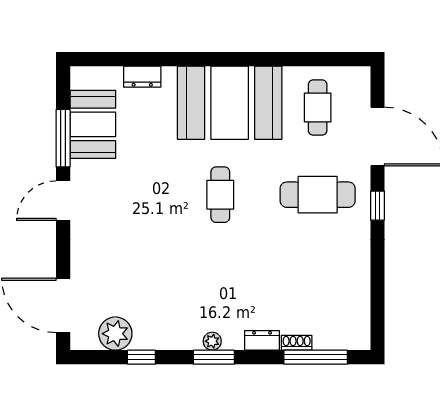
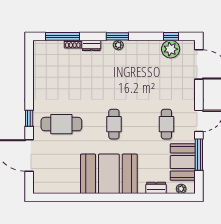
plant: (96, 75) -> (181, 189), added
cafe table: (318, 107) -> (166, 124), moved
window: (141, 357) -> (171, 36), moved

